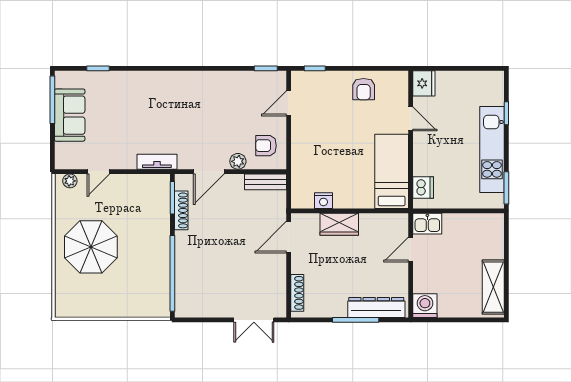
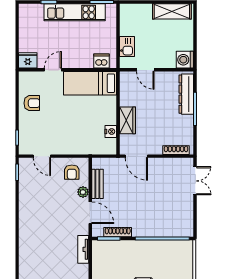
bench: (266, 182) -> (97, 184), moved
kitchen sink: (427, 224) -> (127, 46), moved

